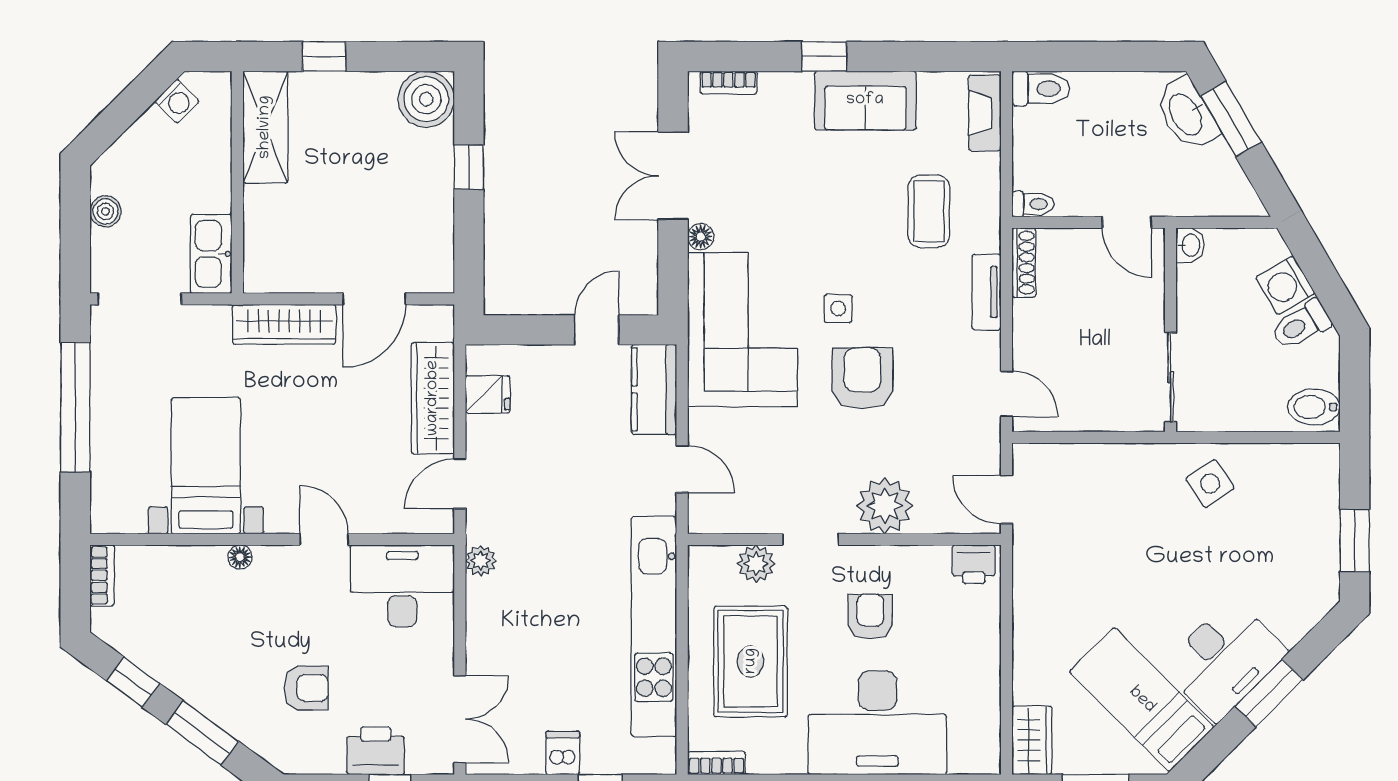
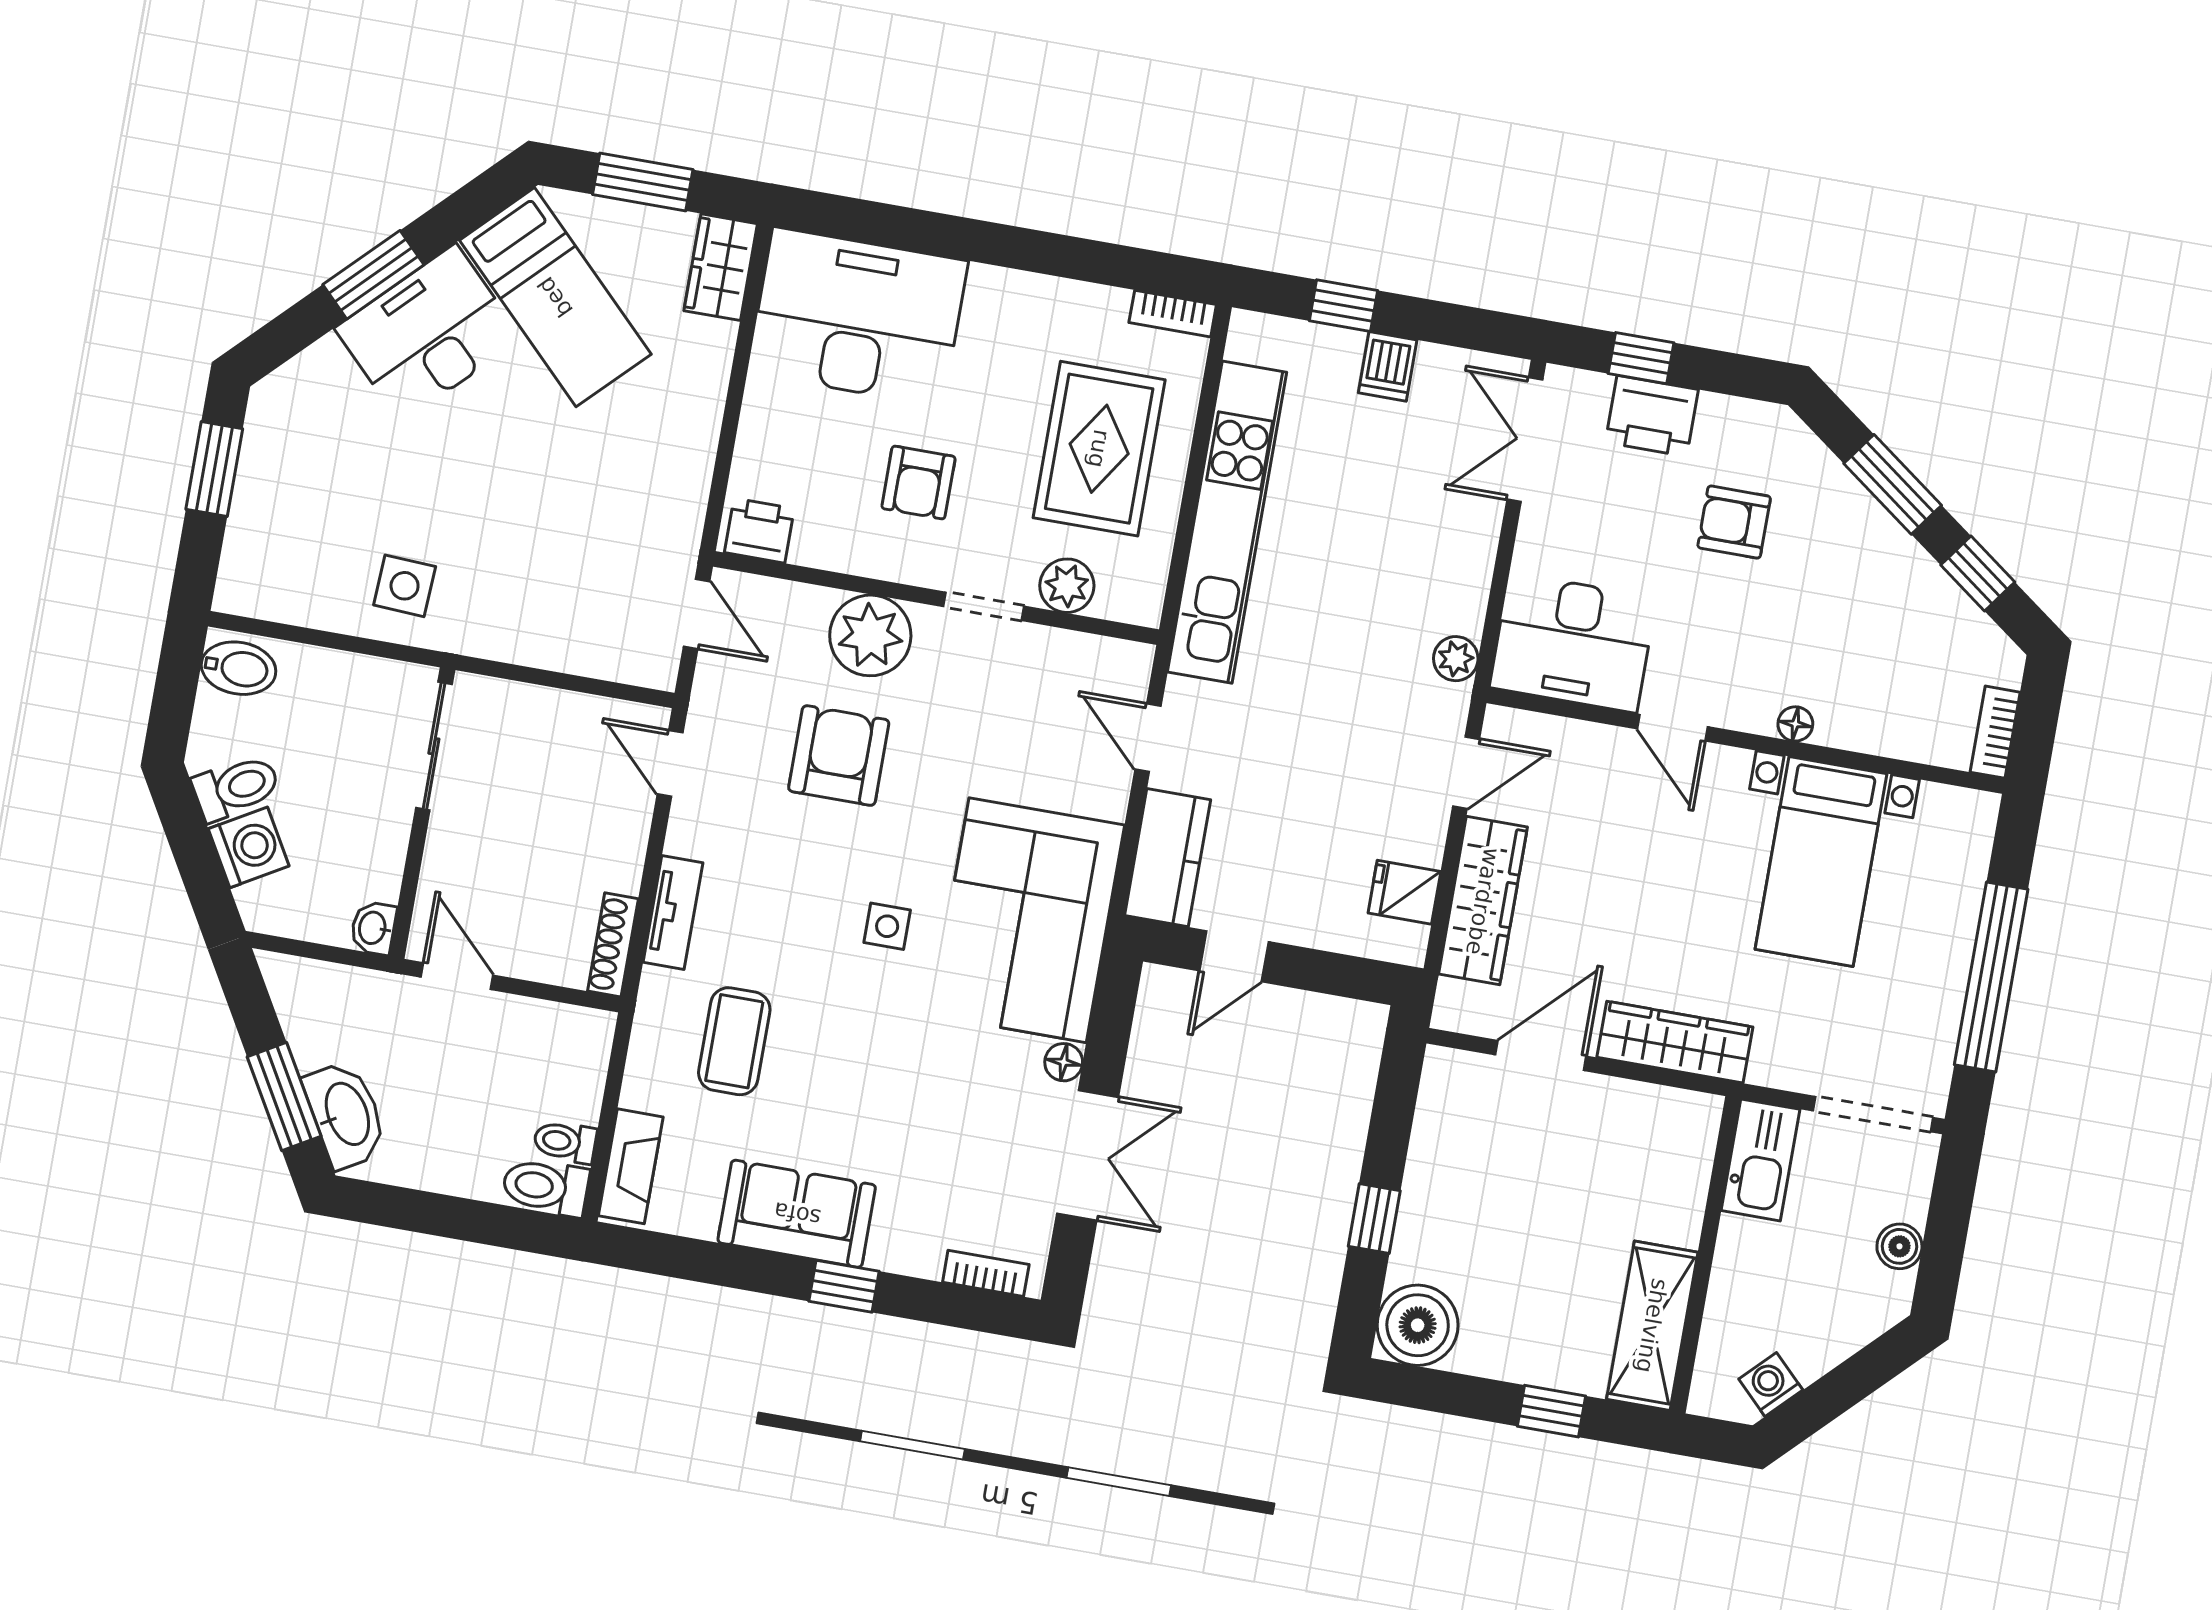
toilet: (1033, 204) -> (565, 1142), moved
armchair: (862, 378) -> (839, 756), moved, turned 180
side table: (1210, 484) -> (405, 586), turned 37
desk: (877, 723) -> (858, 317), moved

